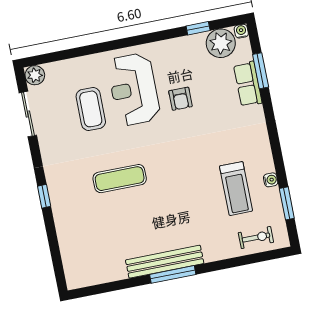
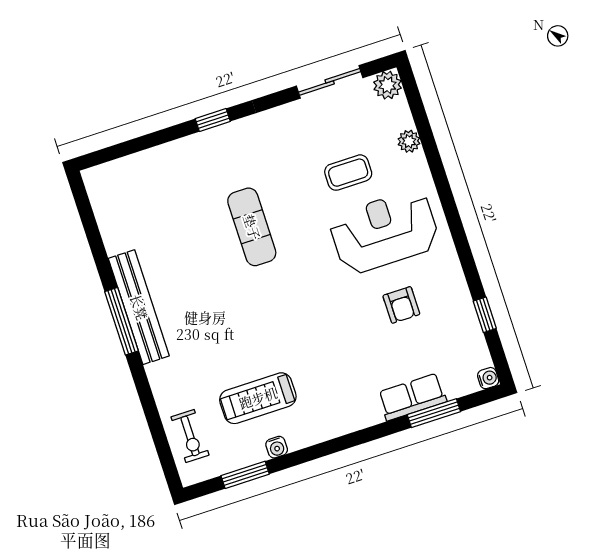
plant: (221, 43) -> (409, 141), moved, width x0.53, depth x0.53
armchair: (180, 99) -> (401, 305), moved, turned -90
coffee table: (91, 109) -> (348, 173), width x0.73, depth x0.77

